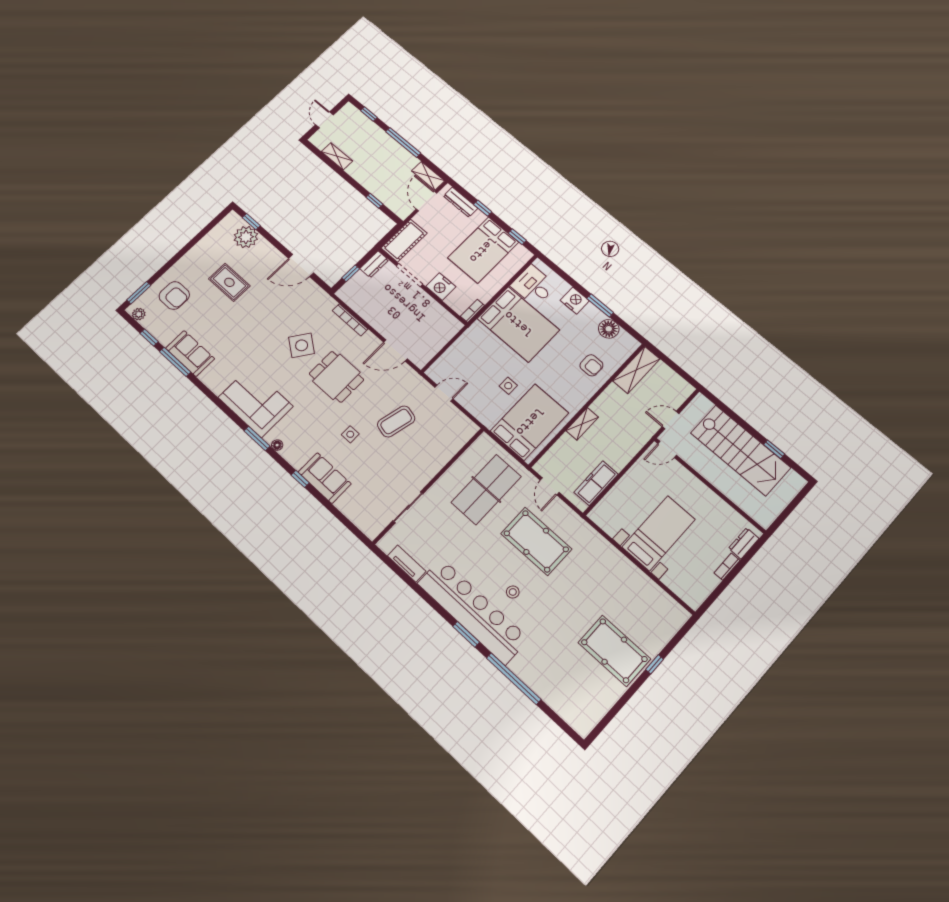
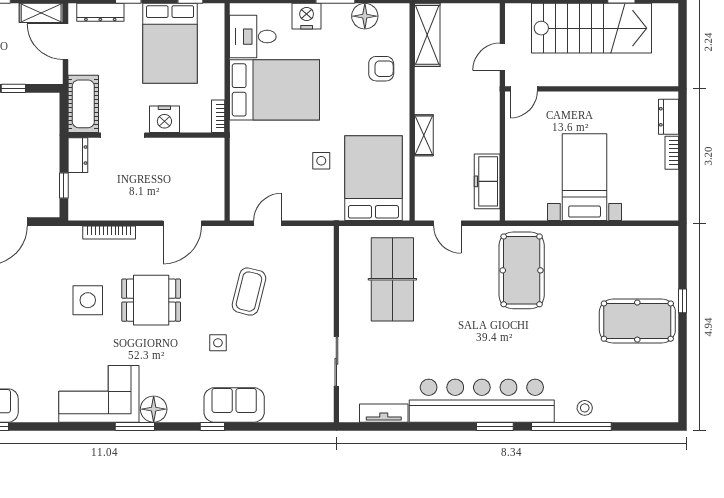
side table: (302, 345) -> (88, 300), turned -36
floor lamp: (277, 445) -> (154, 409), width x1.89, depth x1.89
pool table: (536, 541) -> (522, 270), moved, turned 90
stool: (513, 592) -> (585, 408), moved

